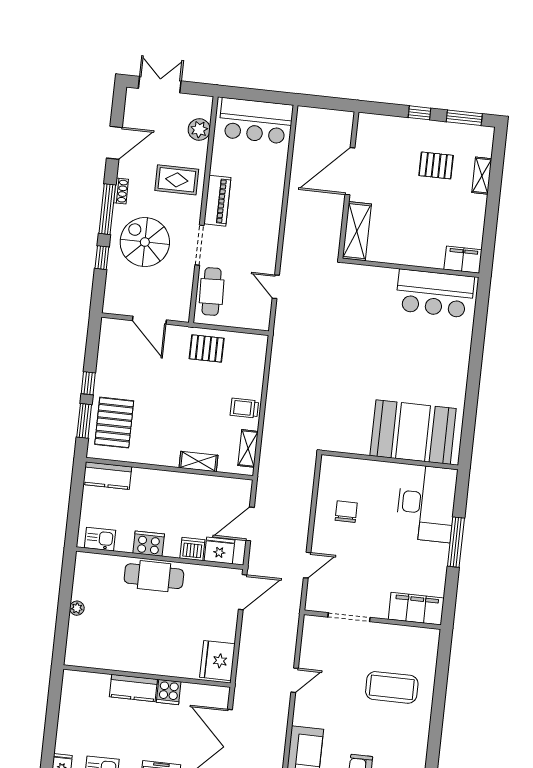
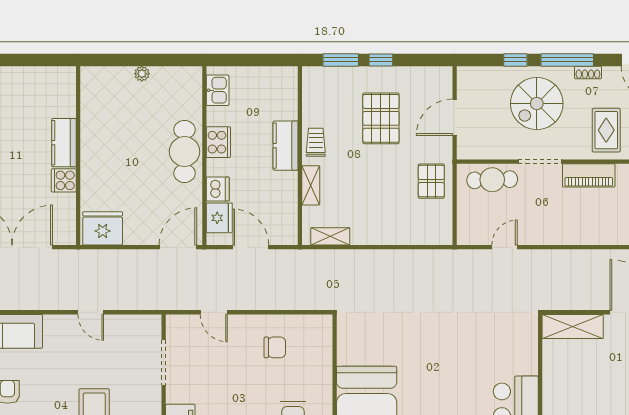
spiral stairs: (145, 242) -> (537, 104), turned 180
trolley: (244, 408) -> (316, 142), moved
pallet: (114, 423) -> (381, 118), moved, turned 90
kitchen counter: (107, 476) -> (286, 146), moved
door: (243, 592) -> (178, 247), swing flipped

